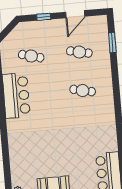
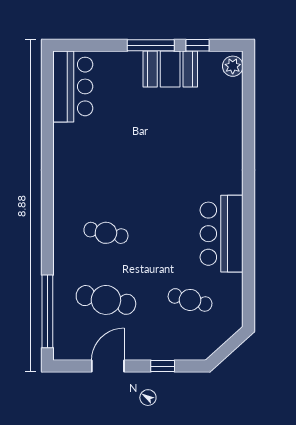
window: (112, 43) -> (47, 311), width x2.11
cafe table: (79, 52) -> (106, 300), width x1.37, depth x1.35

